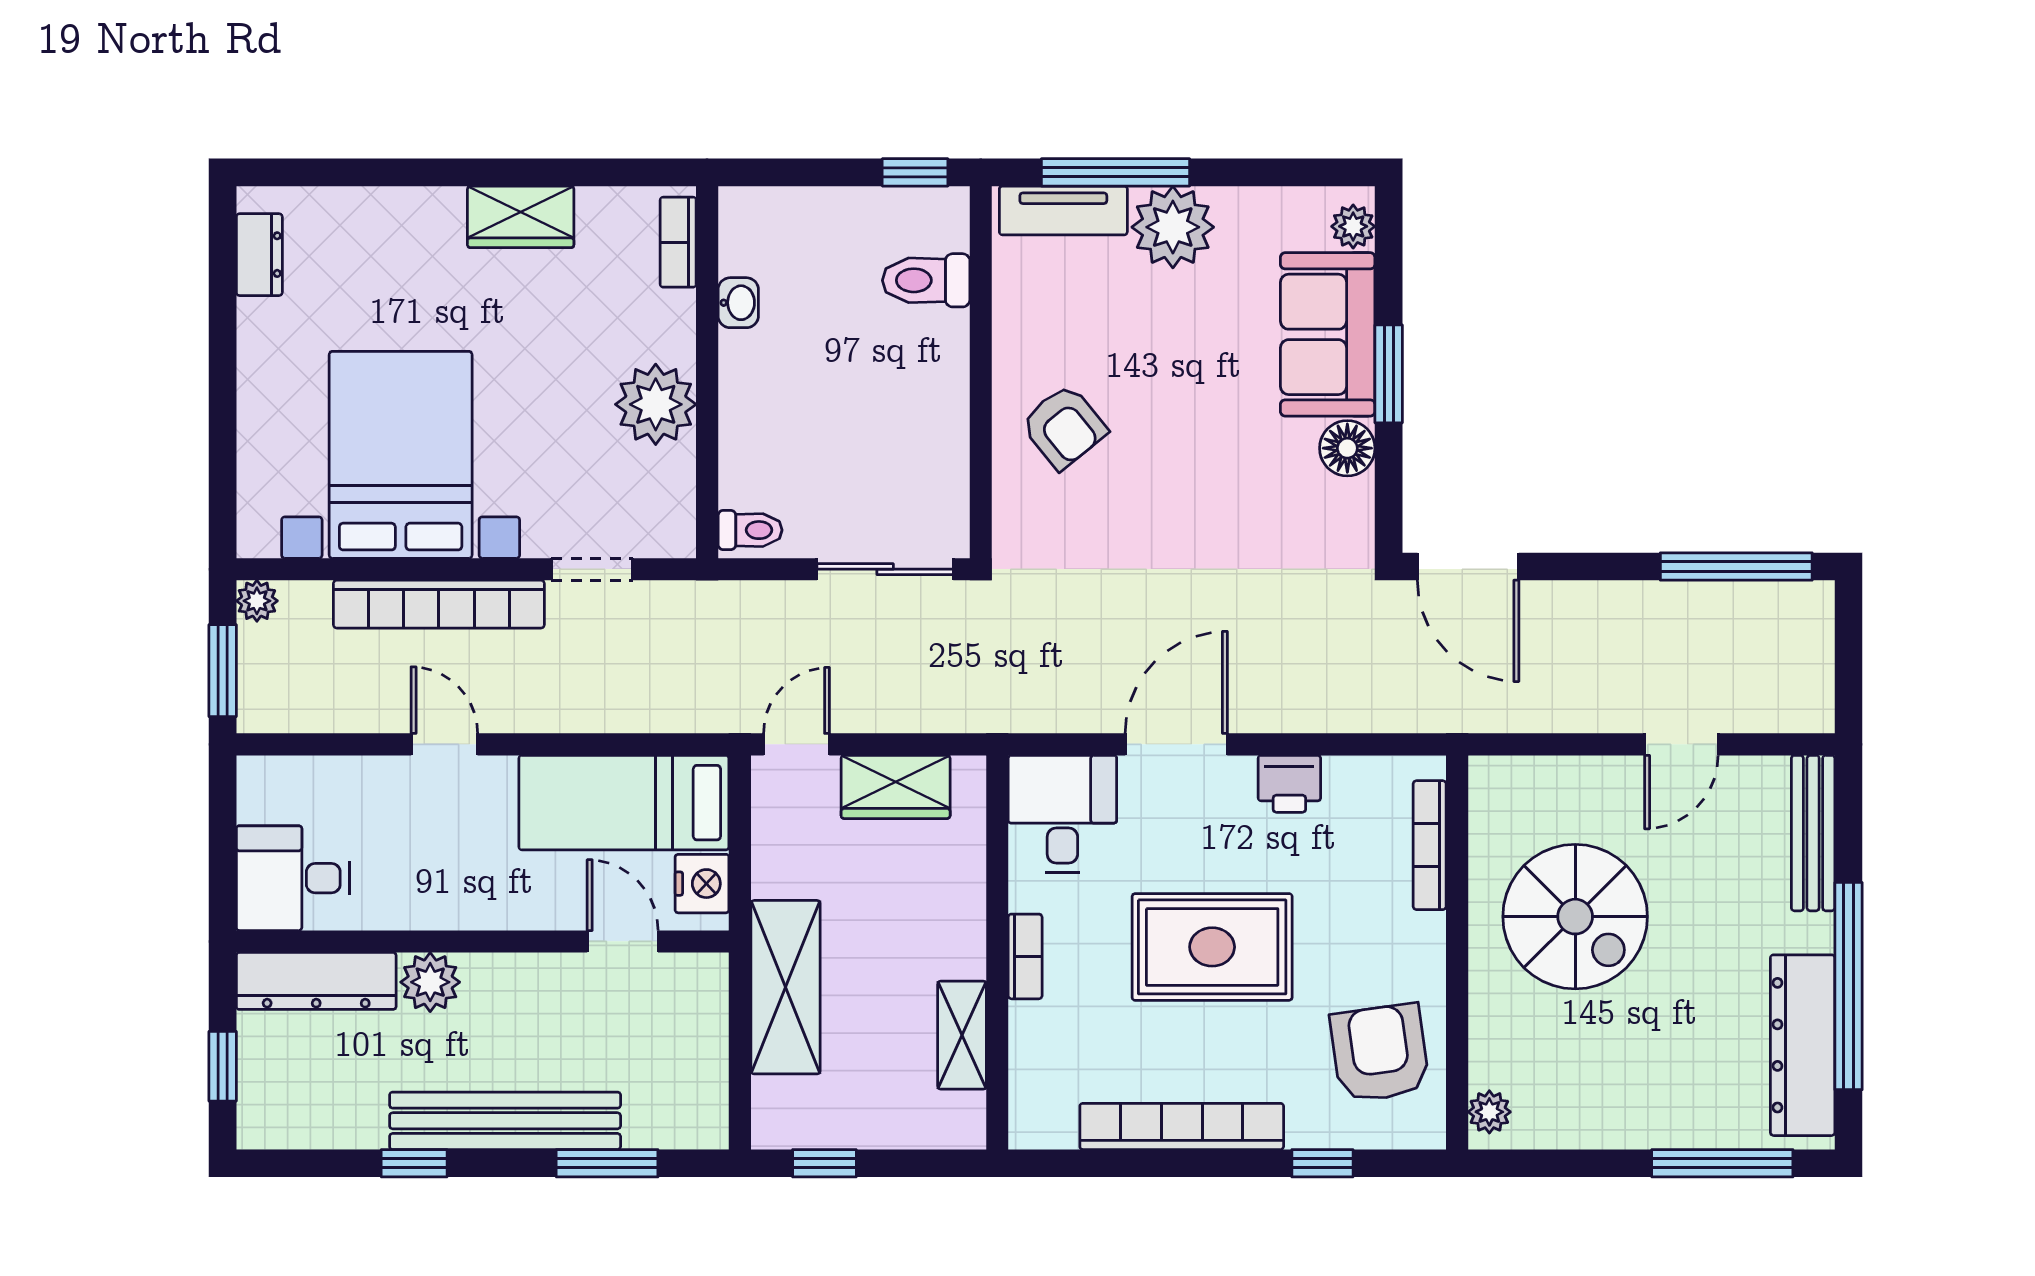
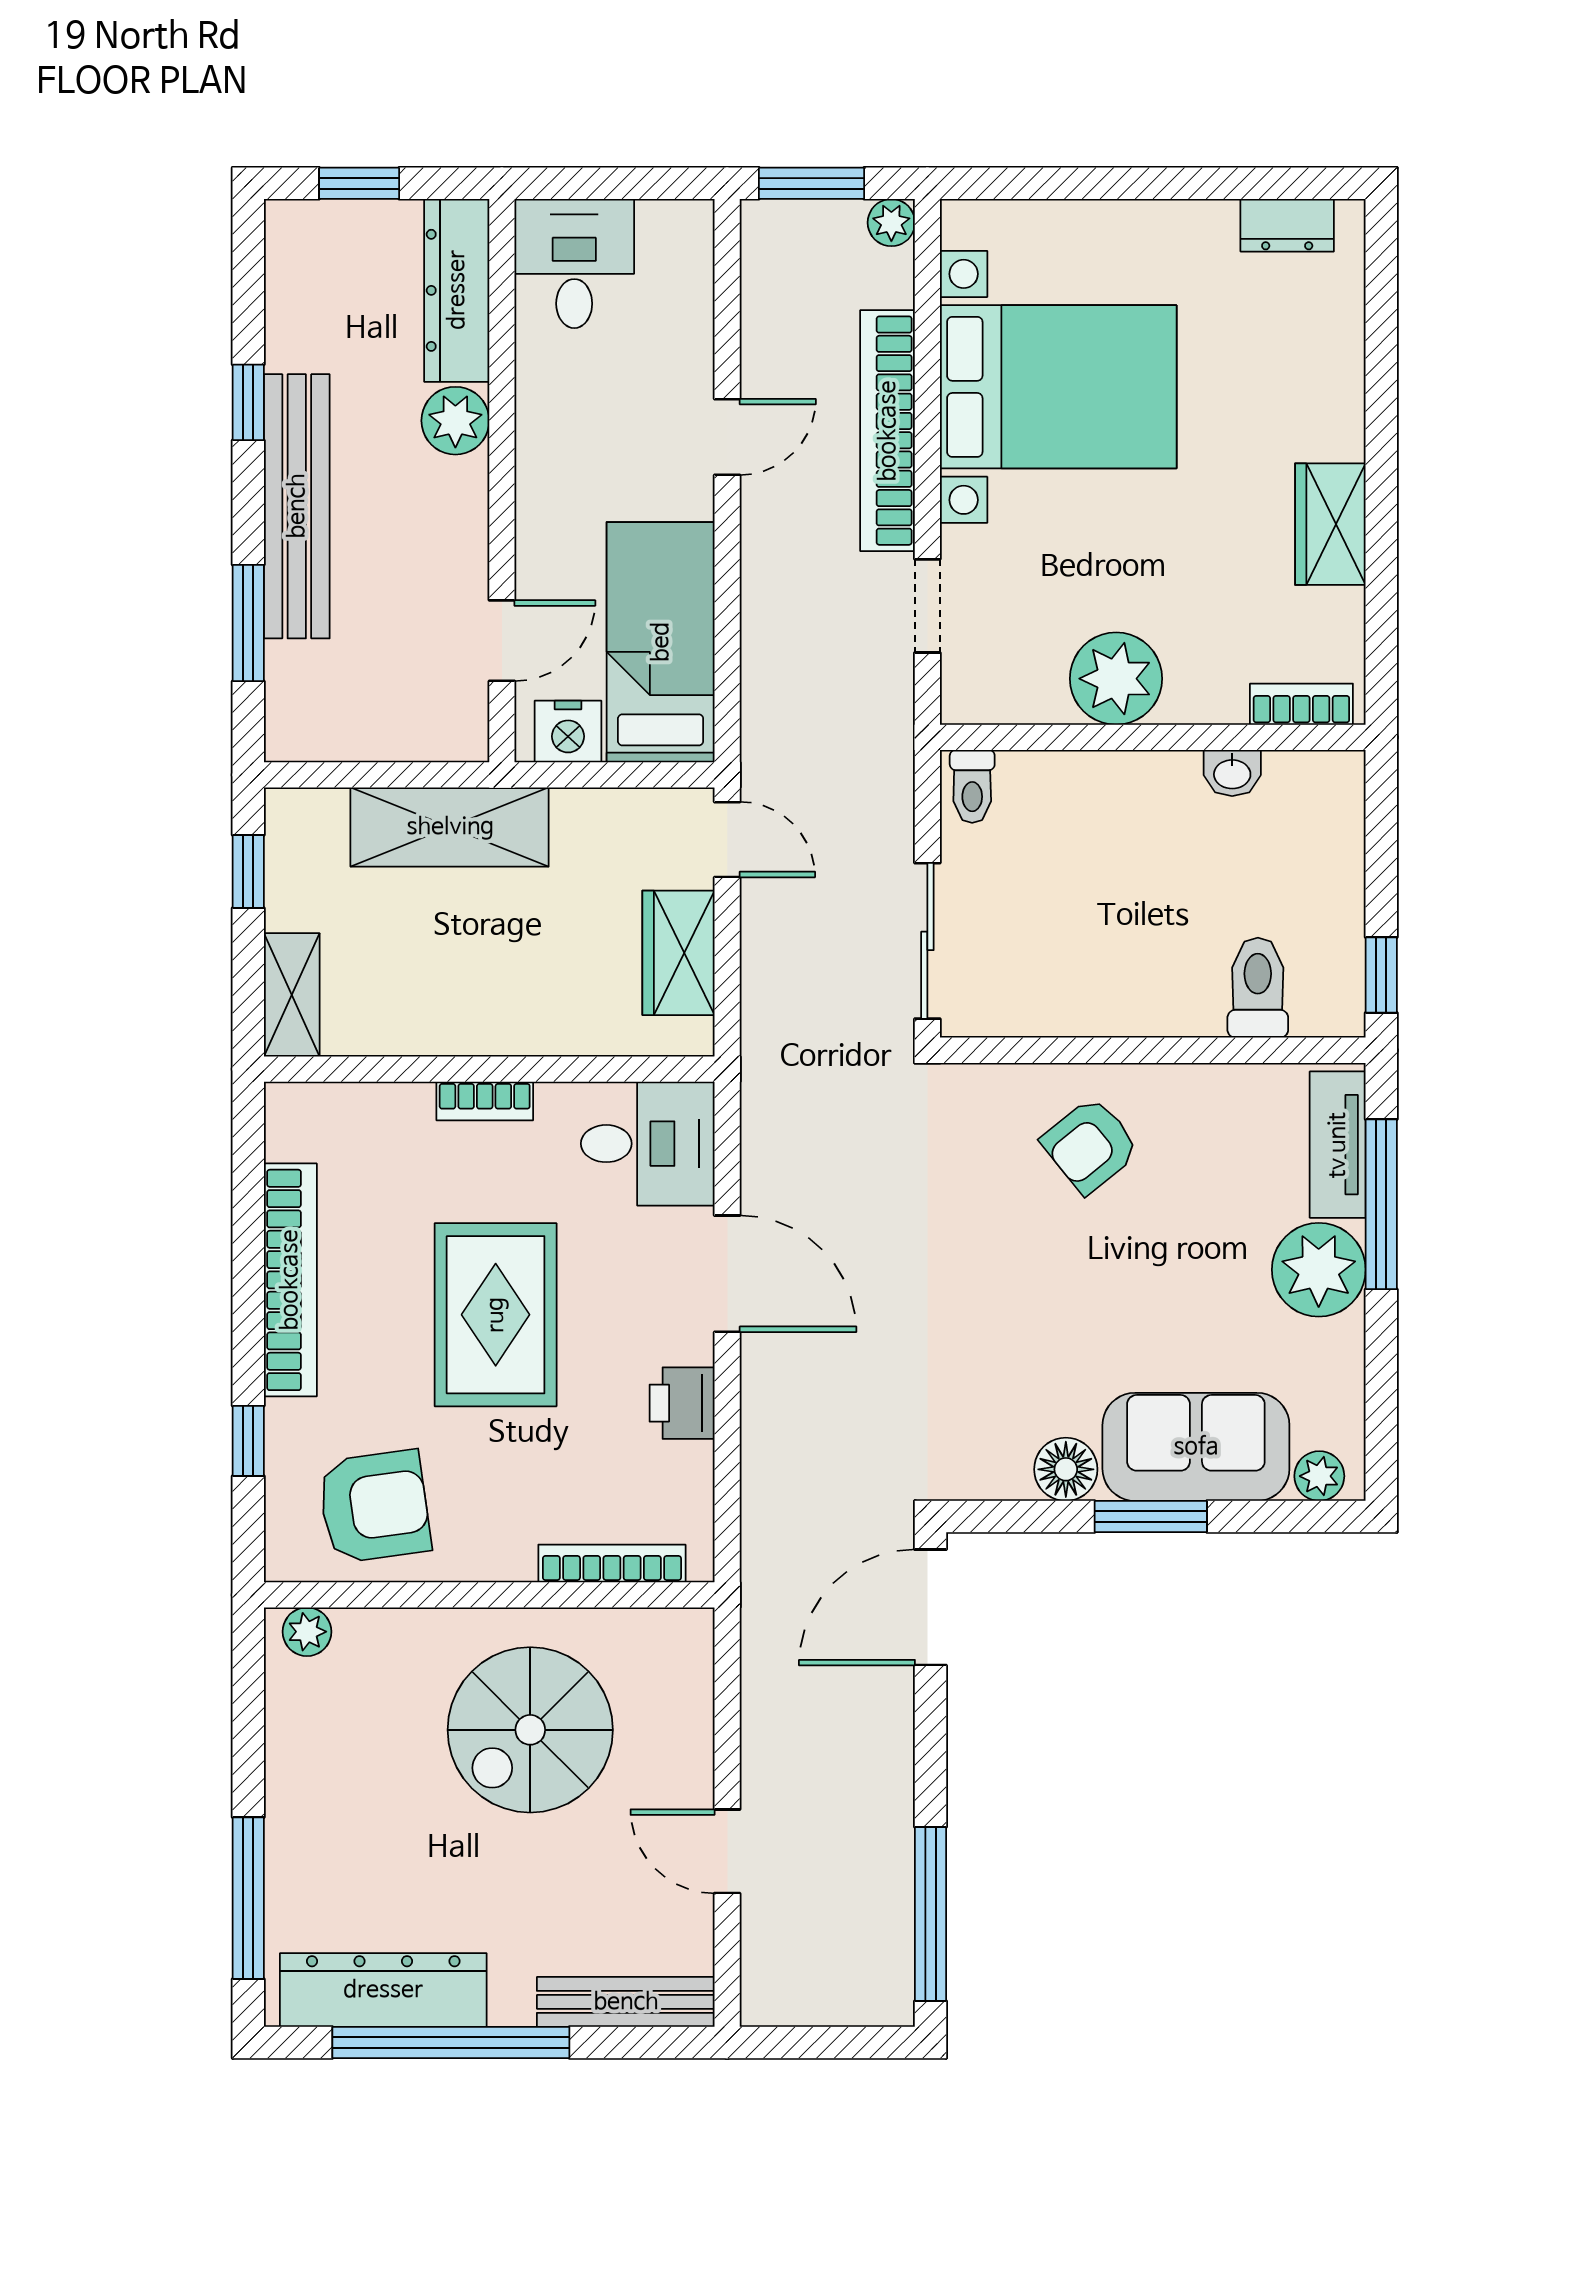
shelving: (962, 1035) -> (292, 995), moved, turned 90

